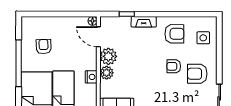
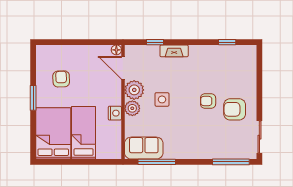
window: (191, 14) -> (227, 42), added
armchair: (174, 34) -> (209, 64), removed
side table: (203, 38) -> (162, 99), moved
window: (19, 63) -> (33, 98), width x0.47

